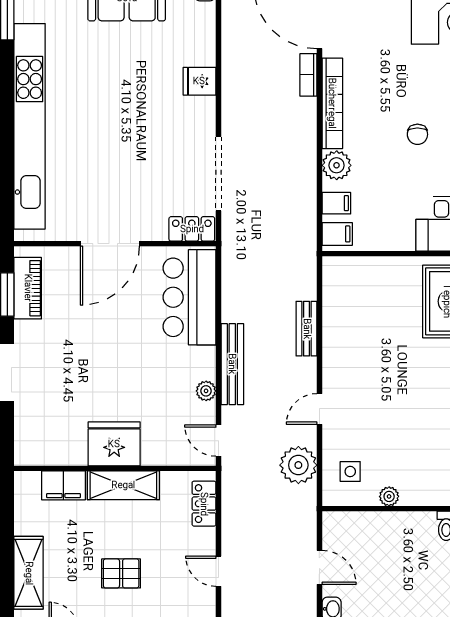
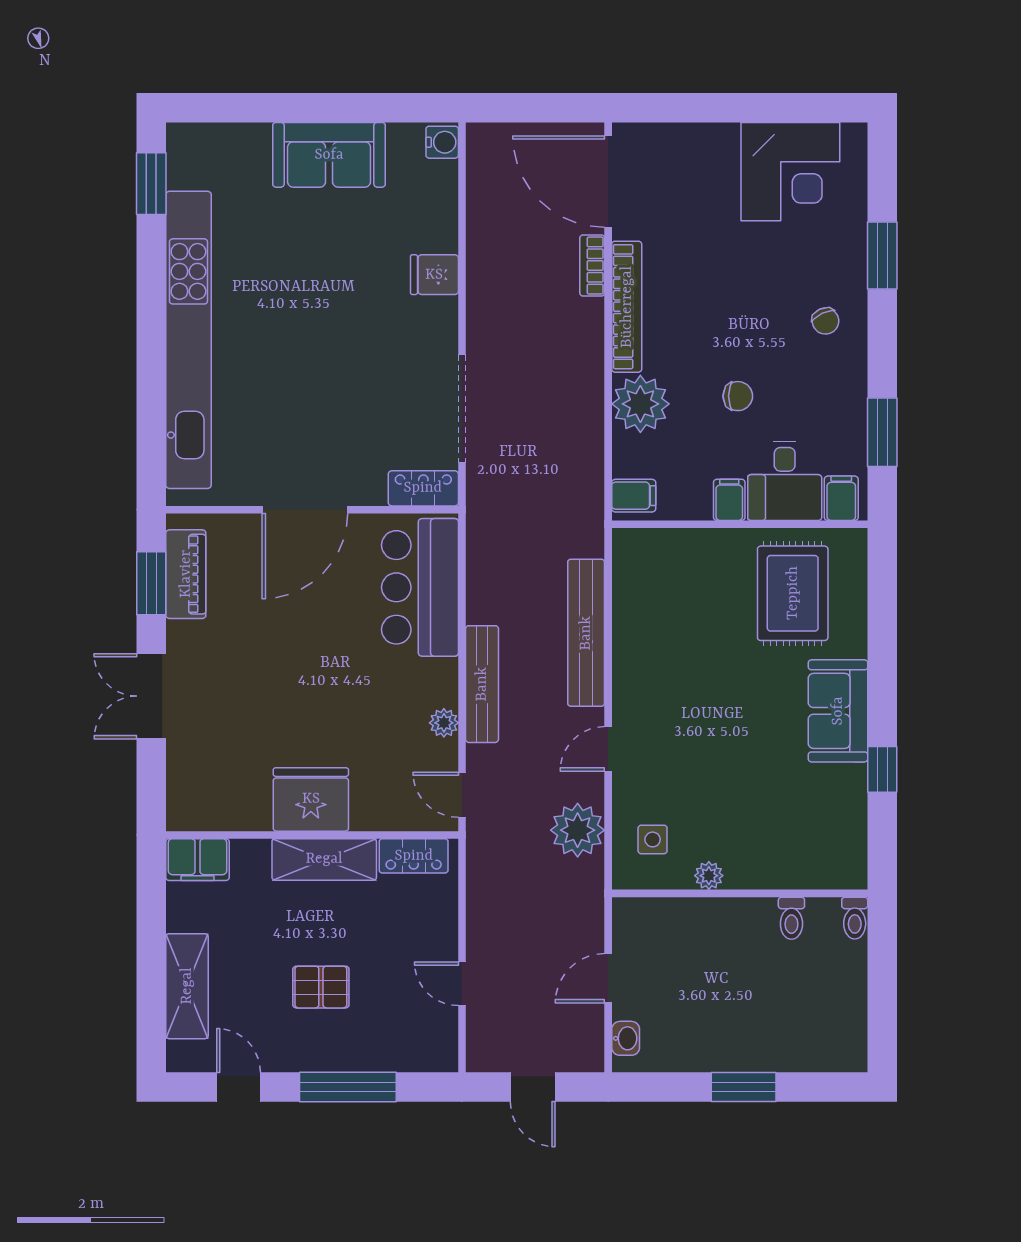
chair: (417, 134) -> (738, 396), moved, turned -90
plant: (337, 165) -> (640, 404), width x1.36, depth x1.36
filing cabinet: (336, 203) -> (729, 500), moved, turned -90
bench: (307, 329) -> (586, 633), width x1.86, depth x1.21
filing cabinet: (63, 485) -> (197, 860), moved
locker: (204, 504) -> (414, 856), moved, turned -90
door: (319, 567) -> (608, 978), swing flipped

